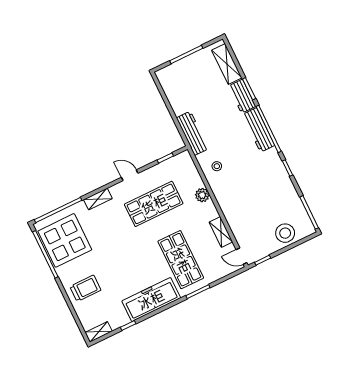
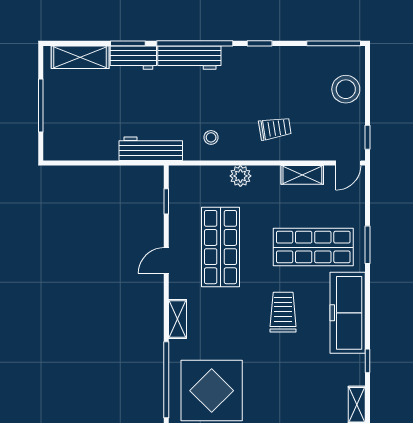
trolley: (241, 202) -> (275, 128), added
trolley: (85, 288) -> (283, 312), moved

